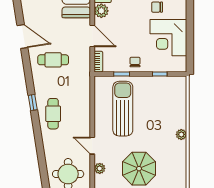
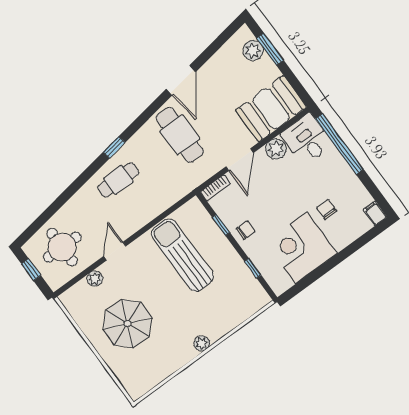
cafe table: (53, 60) -> (180, 135), width x1.37, depth x1.35
sun lounger: (123, 109) -> (182, 255), turned -90

